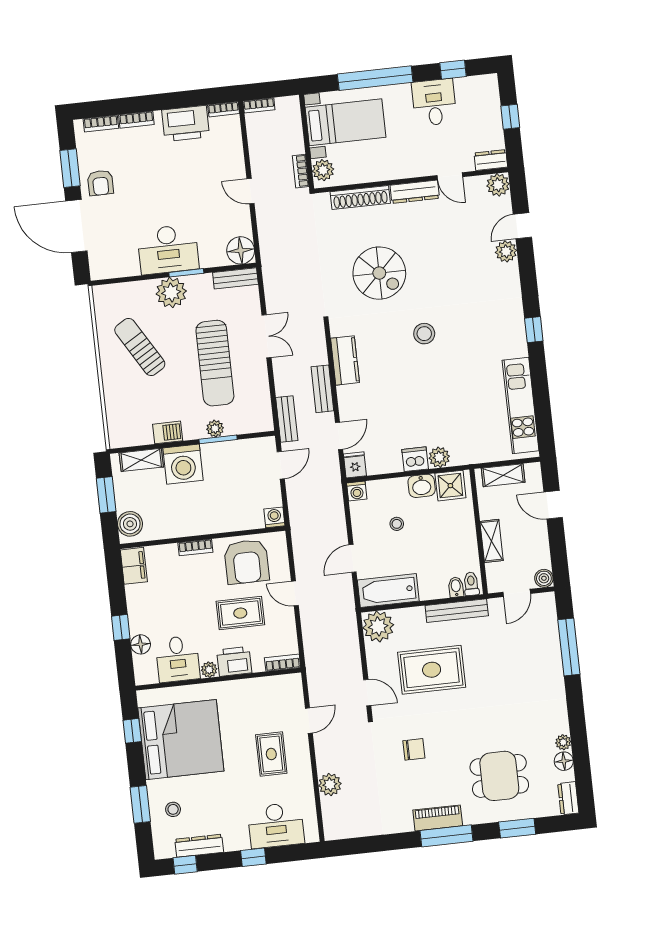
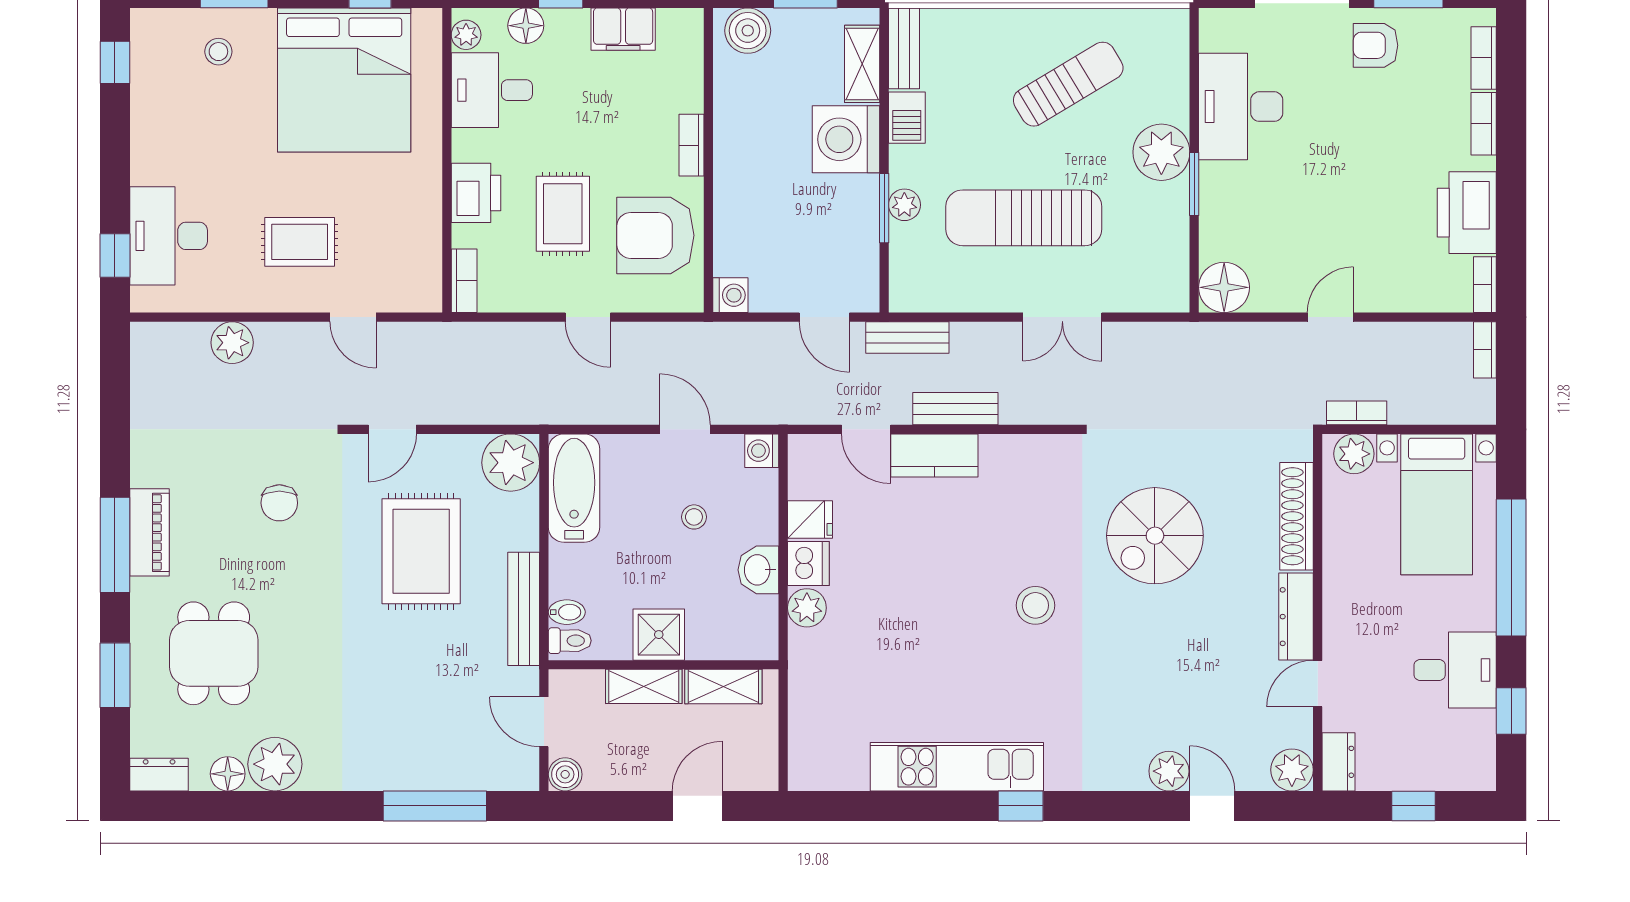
desk: (168, 249) -> (1241, 107), moved
bench: (235, 278) -> (904, 48), moved
kitchen counter: (345, 360) -> (934, 456), moved
kitchen unit: (521, 406) -> (957, 767), moved
fridge: (355, 465) -> (810, 520), moved
shelving: (503, 475) -> (723, 687), moved, turned 90
shower: (450, 486) -> (659, 635), moved
door: (352, 558) -> (685, 429), moved
filing cabinet: (134, 566) -> (623, 29), moved
door: (295, 593) -> (588, 317), swing flipped
plant: (209, 670) -> (466, 35), moved
plant: (563, 742) -> (275, 764), width x1.88, depth x1.88
dresser: (199, 846) -> (147, 92), removed
window: (253, 857) -> (115, 256), moved

